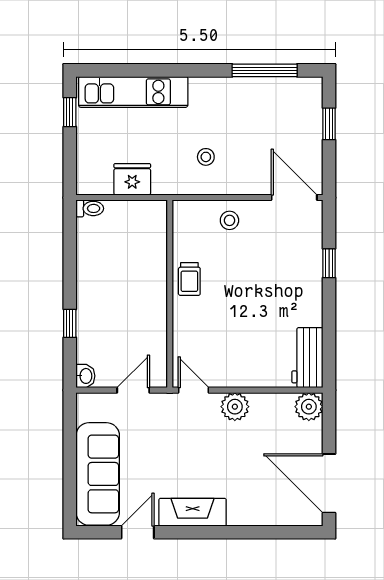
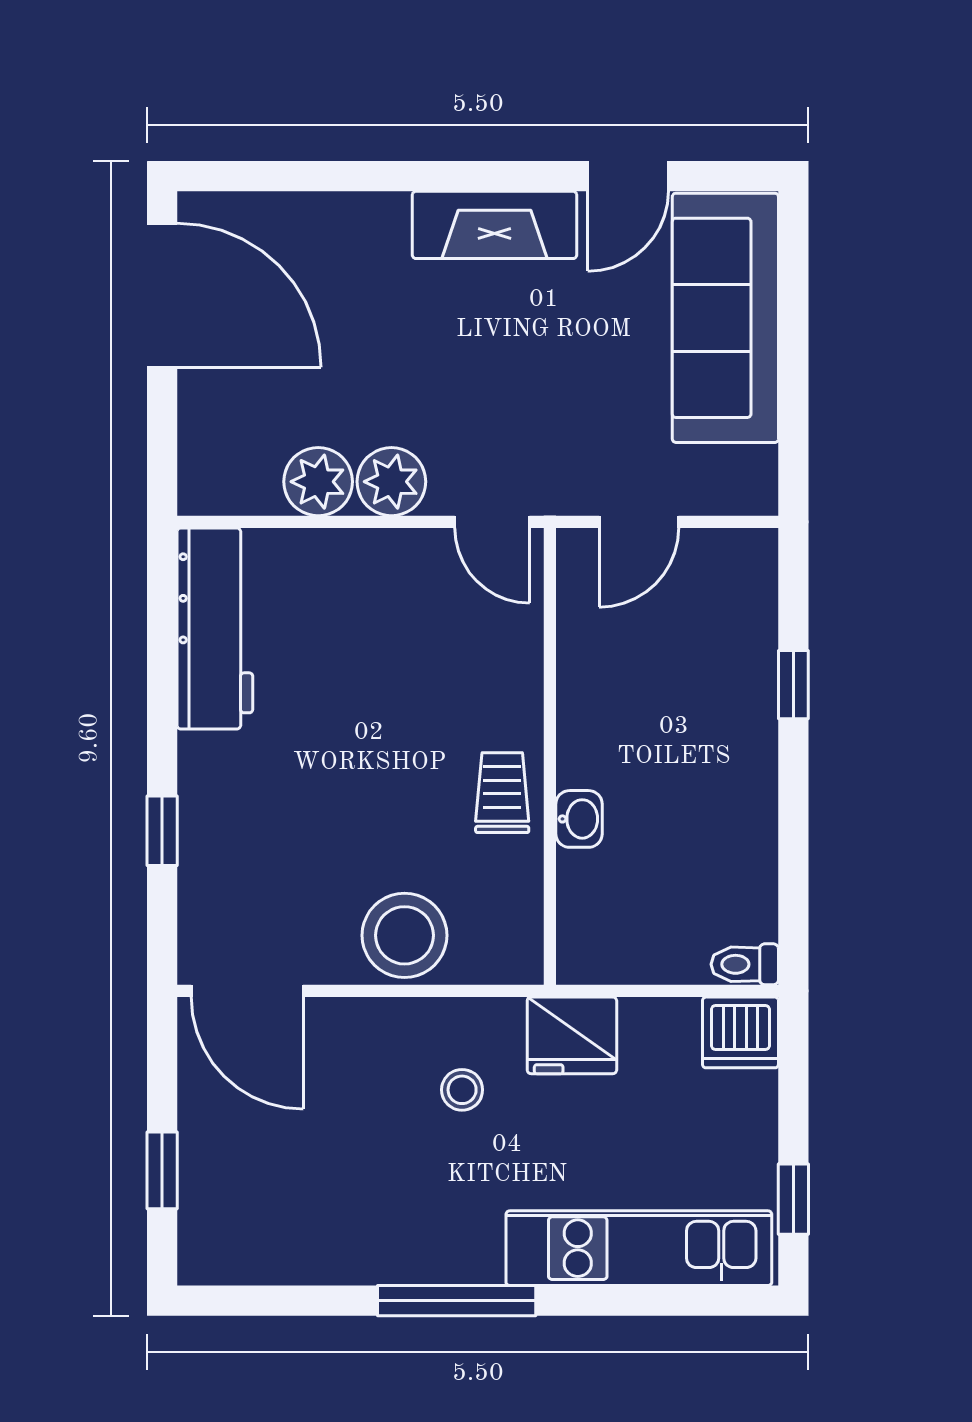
window: (265, 70) -> (457, 1301), moved
fridge: (132, 179) -> (572, 1035), moved
dishwasher: (91, 180) -> (740, 1032), added
stool: (229, 220) -> (404, 935), width x1.89, depth x1.89
workbench: (307, 358) -> (215, 628), width x1.38
washbasin: (85, 376) -> (579, 819), moved, turned 180
plant: (309, 407) -> (318, 482), moved

